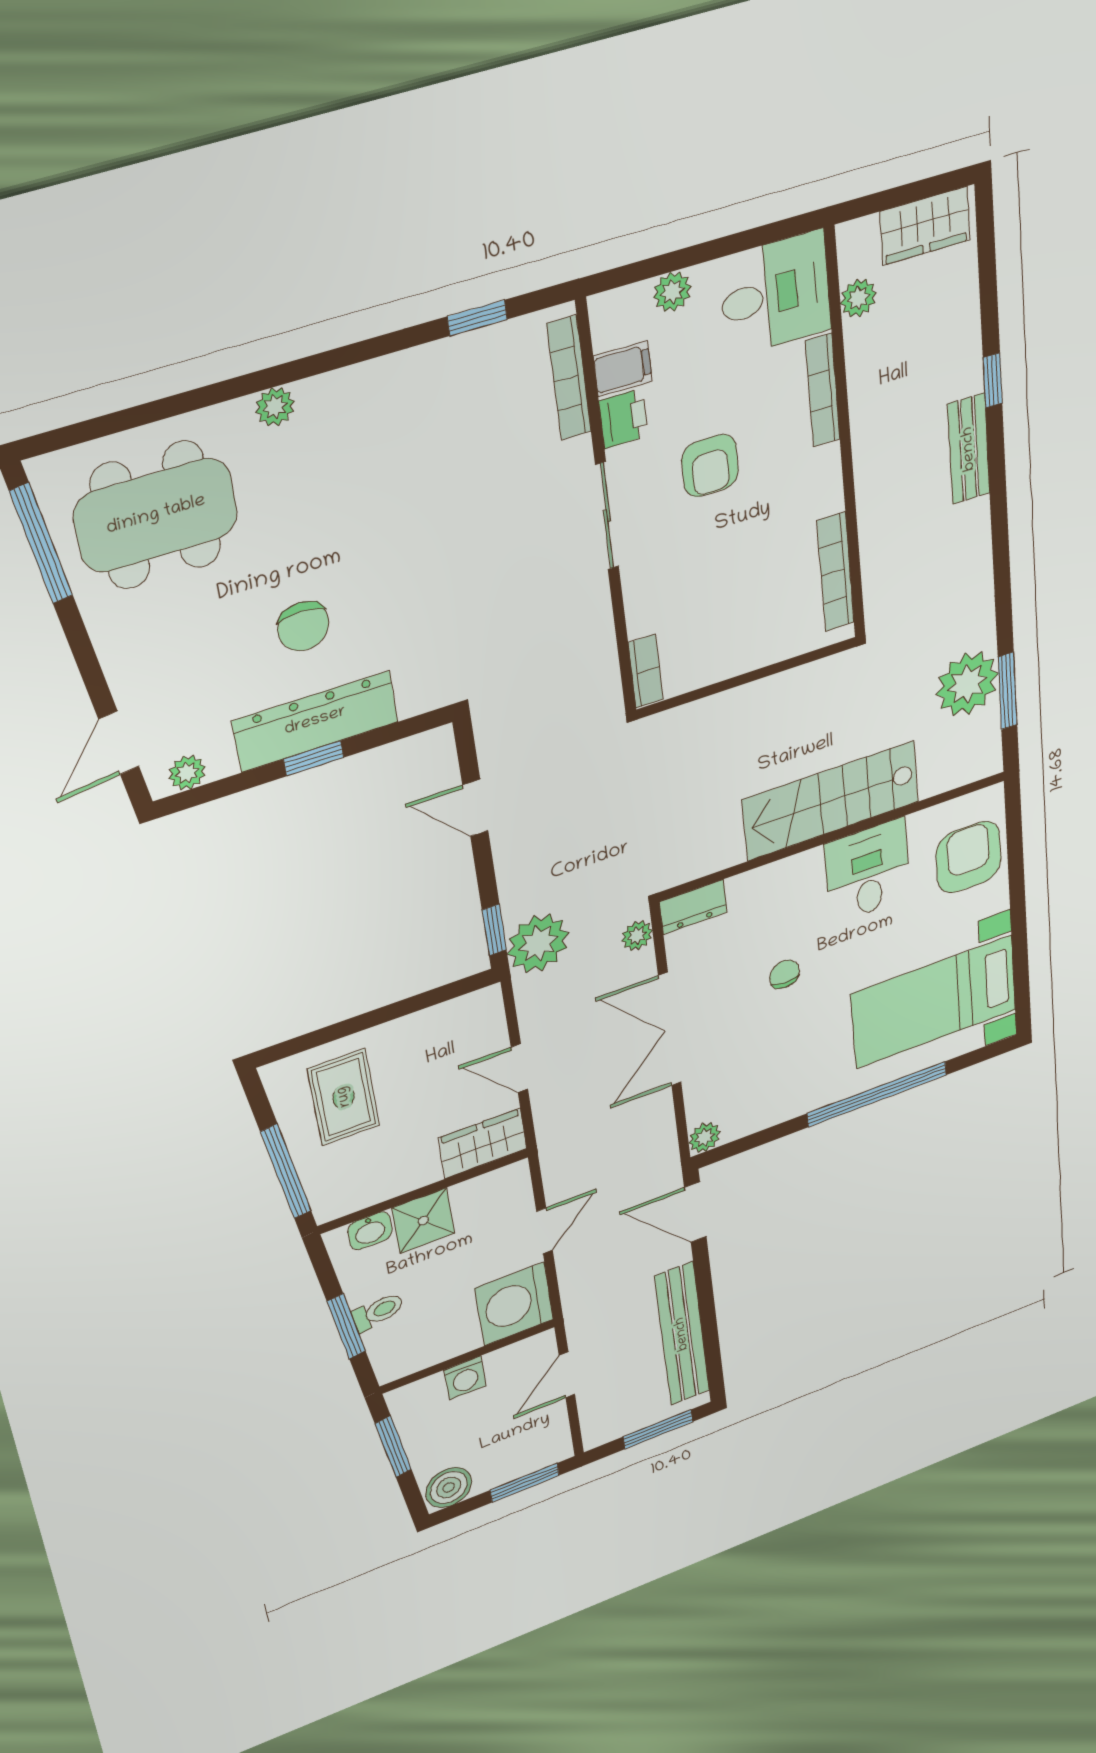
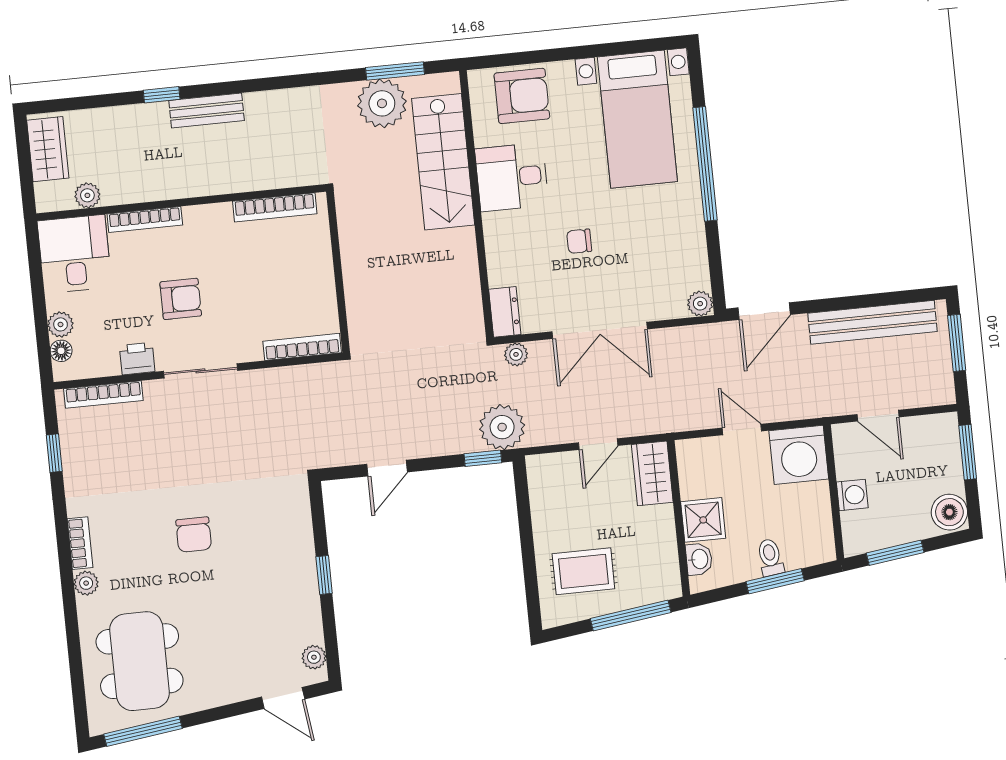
floor lamp: (633, 300) -> (61, 351), added
filing cabinet: (623, 369) -> (104, 358), removed
bookcase: (338, 385) -> (80, 543), added
chair: (303, 626) -> (194, 535), moved, turned 90
bookcase: (646, 671) -> (302, 347), width x1.56
dresser: (315, 721) -> (299, 572), removed
stairs: (831, 801) -> (443, 162), moved
armchair: (969, 857) -> (522, 96), turned 180

